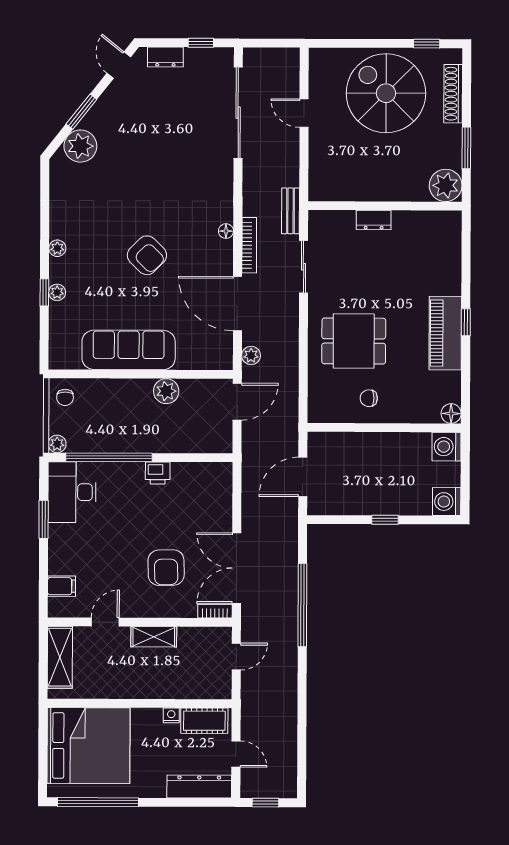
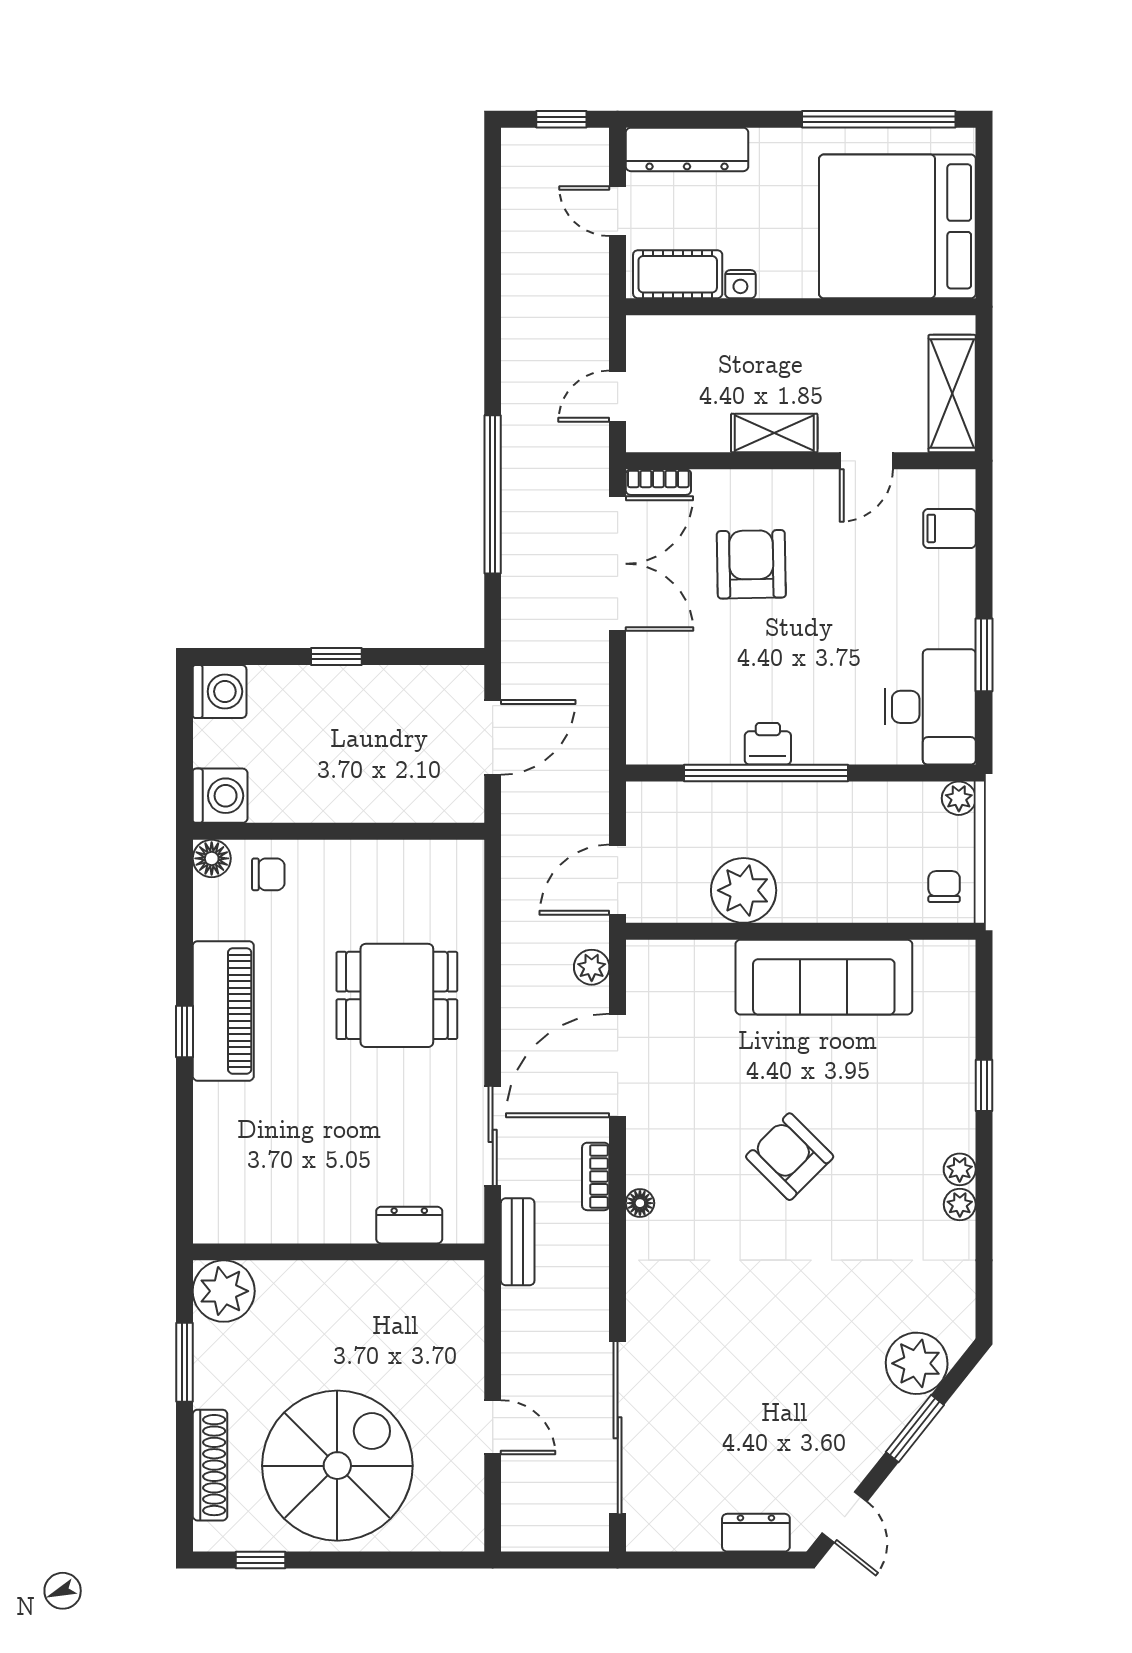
window: (201, 43) -> (689, 1560), removed
spiral stairs: (386, 93) -> (337, 1466), turned -90
dresser: (374, 220) -> (409, 1225), moved
bookcase: (249, 245) -> (596, 1176), width x0.64
plant: (57, 292) -> (960, 1204), moved
door: (238, 304) -> (618, 1065), swing flipped
plant: (166, 391) -> (744, 890), width x1.36, depth x1.36
chair: (369, 398) -> (268, 874), moved
window: (109, 457) -> (766, 773), moved

